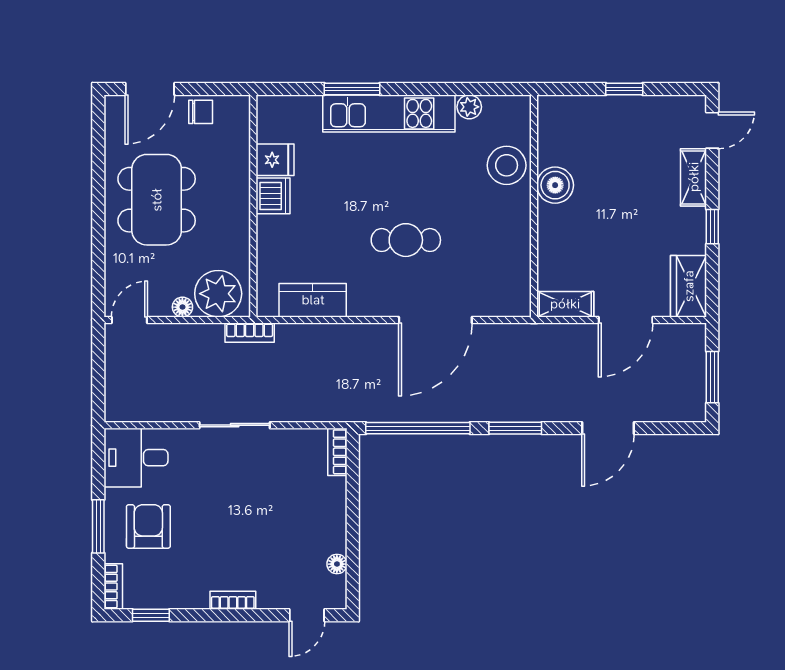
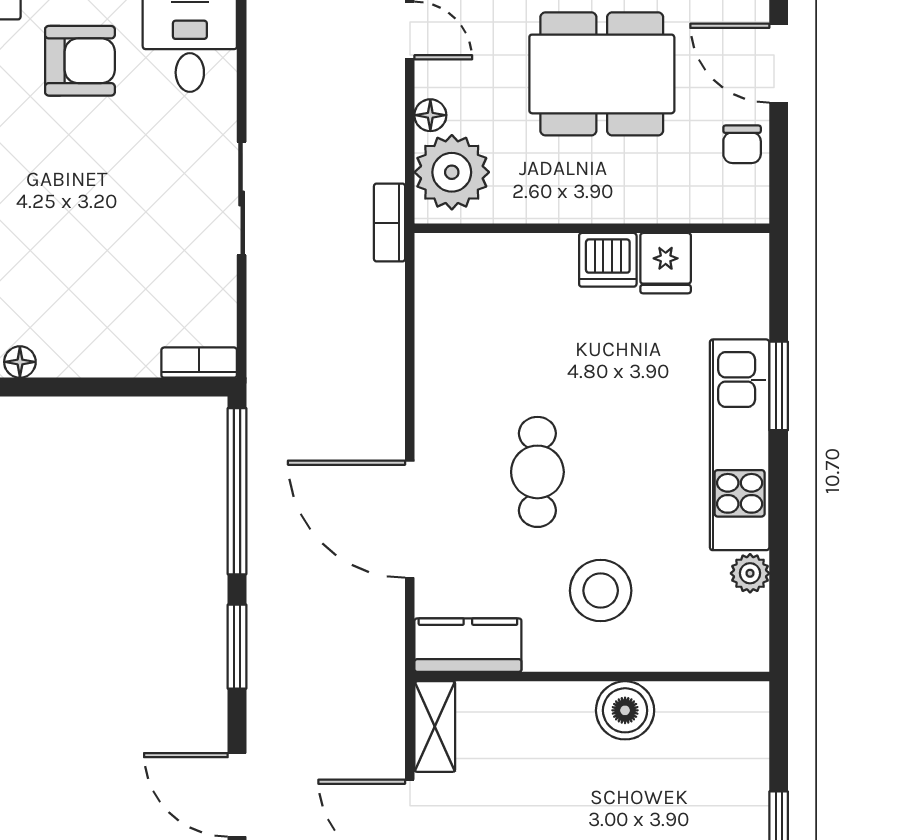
stool: (507, 165) -> (601, 591), moved
kitchen counter: (313, 300) -> (468, 645), moved, turned -90

